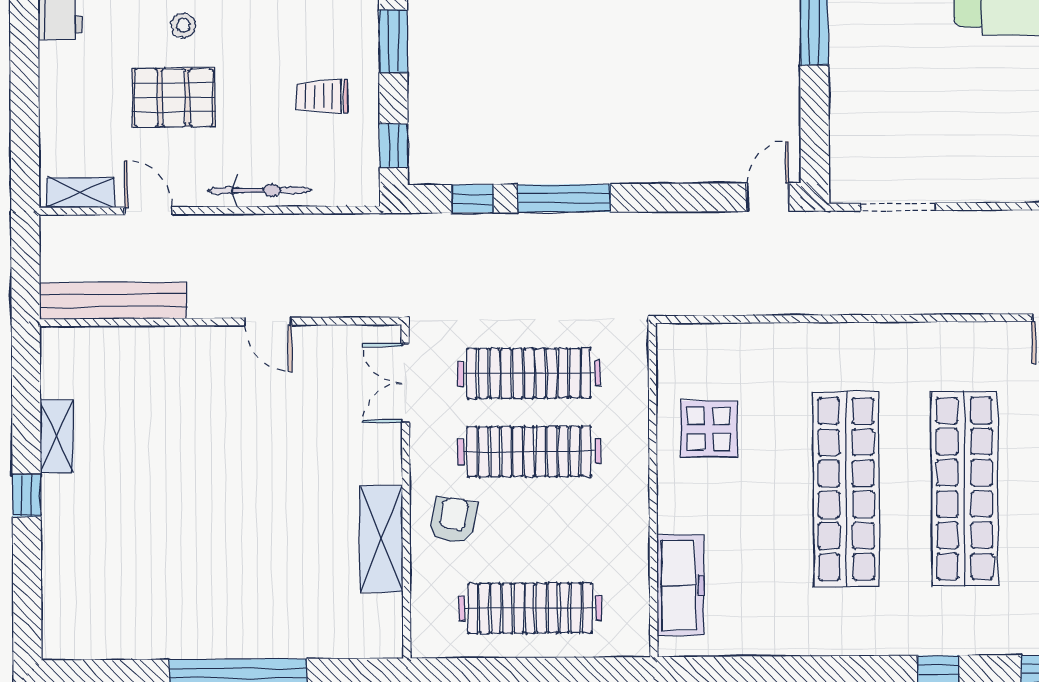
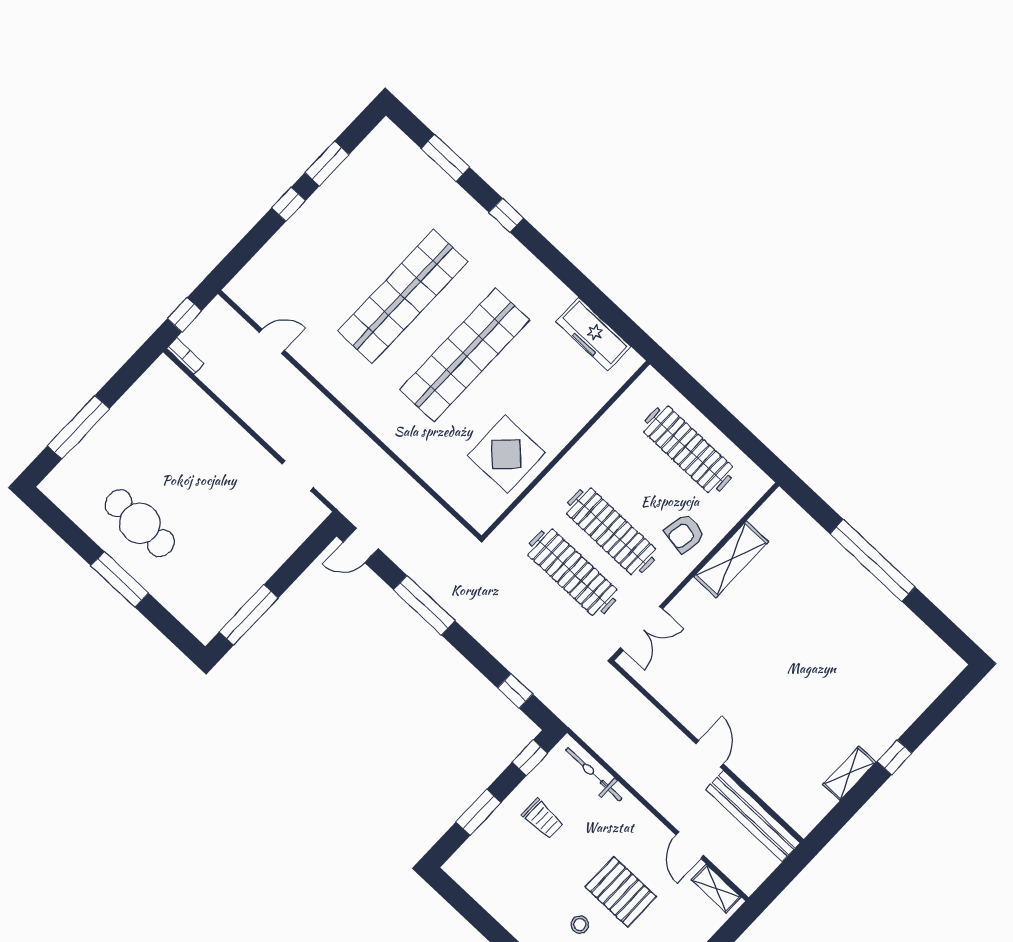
bicycle: (260, 190) -> (594, 774), moved
window: (564, 198) -> (424, 605), moved
doorway: (898, 207) -> (298, 476), width x0.73
door: (268, 322) -> (709, 754), moved
display table: (709, 429) -> (506, 454), width x1.36, depth x1.36
freezer: (680, 585) -> (593, 334), moved, turned -90

